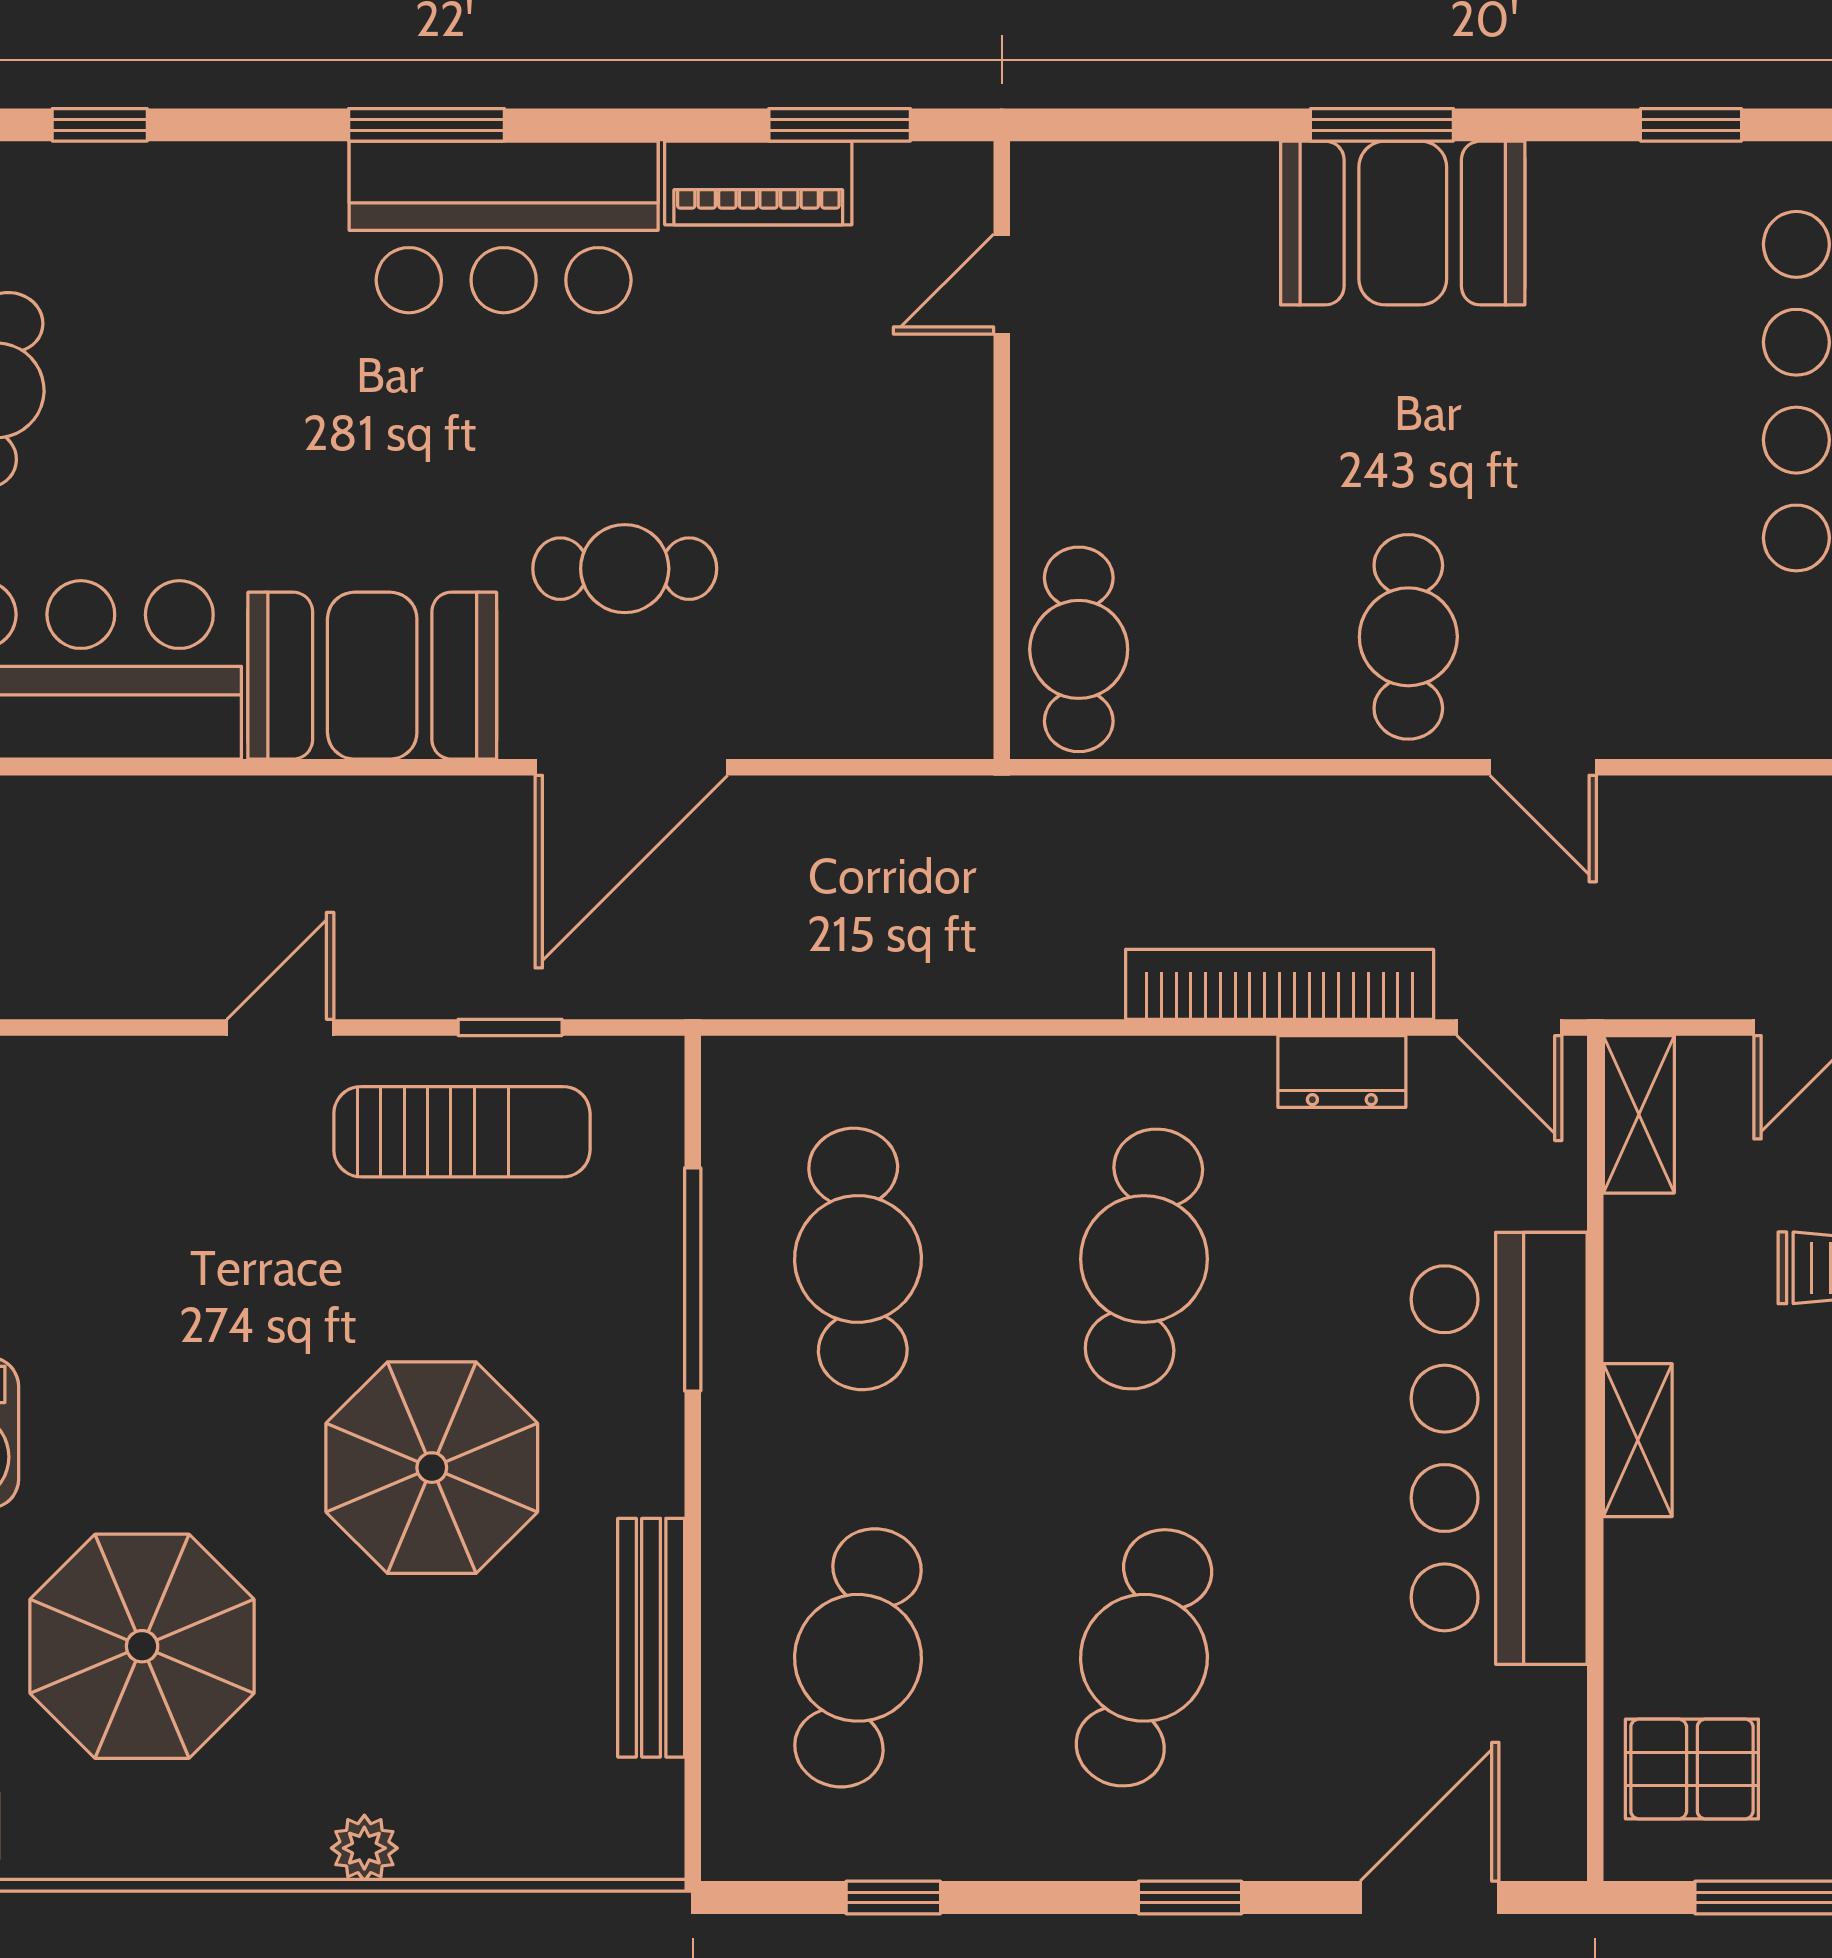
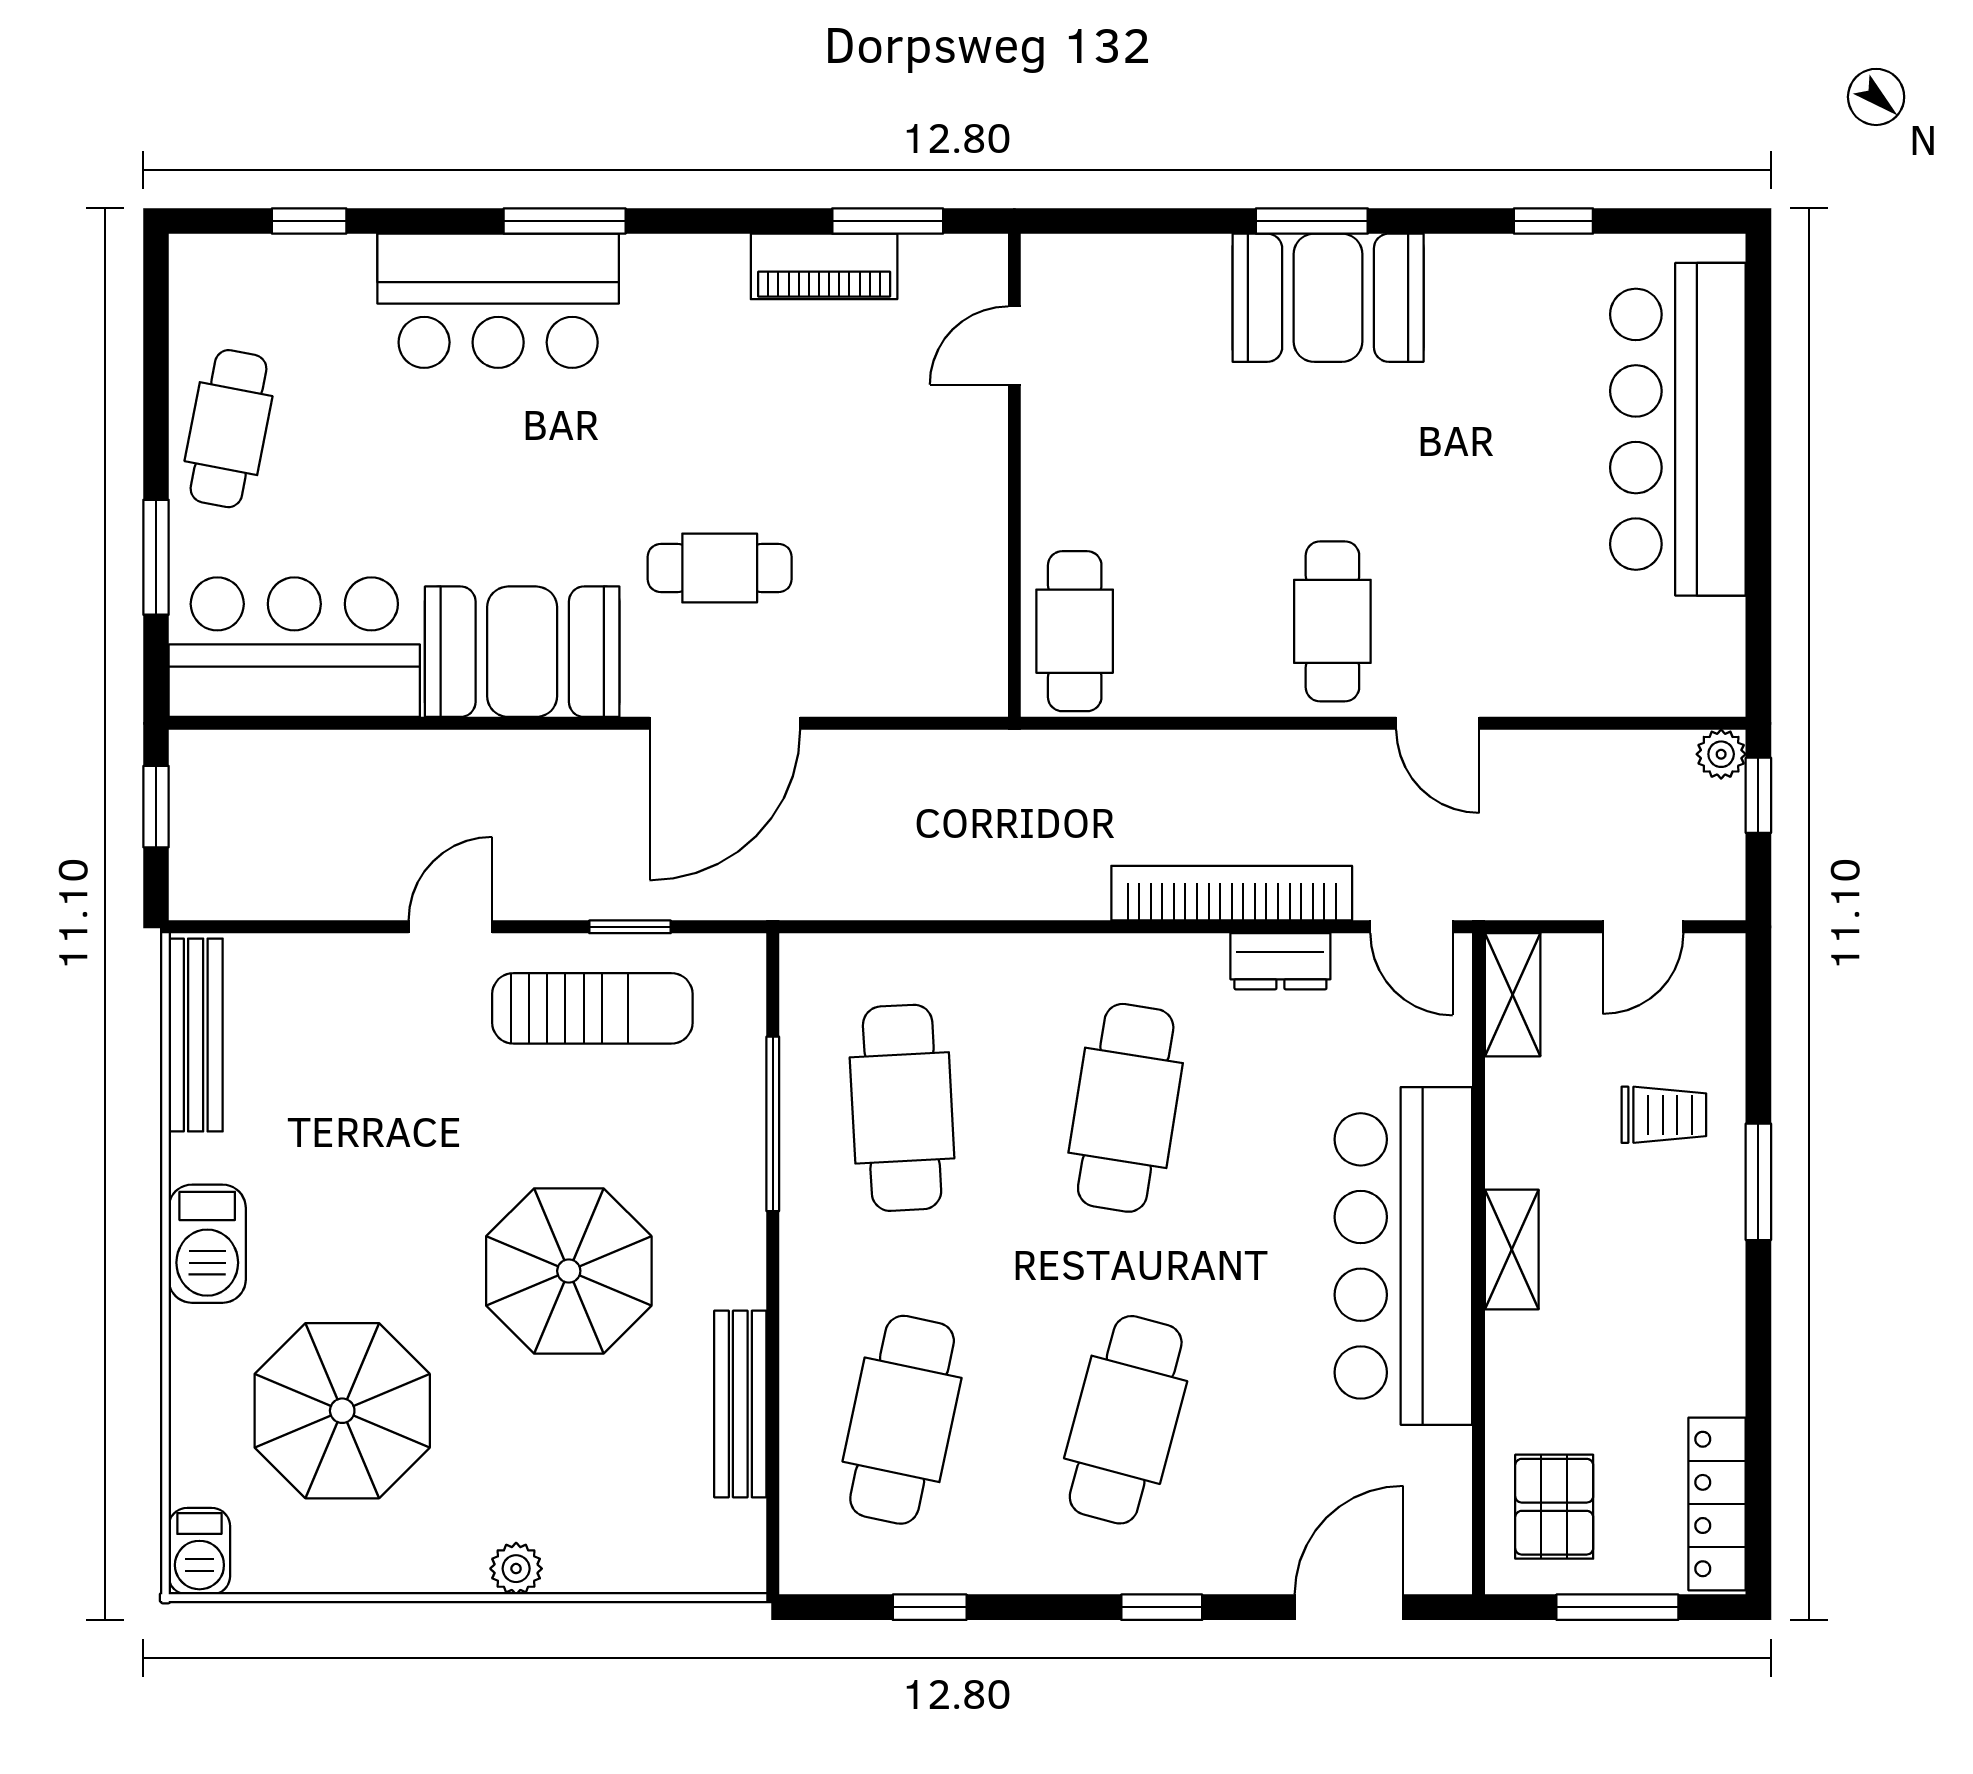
bar counter: (504, 227) -> (498, 301), moved
pallet: (1692, 1769) -> (1554, 1507), turned 90

